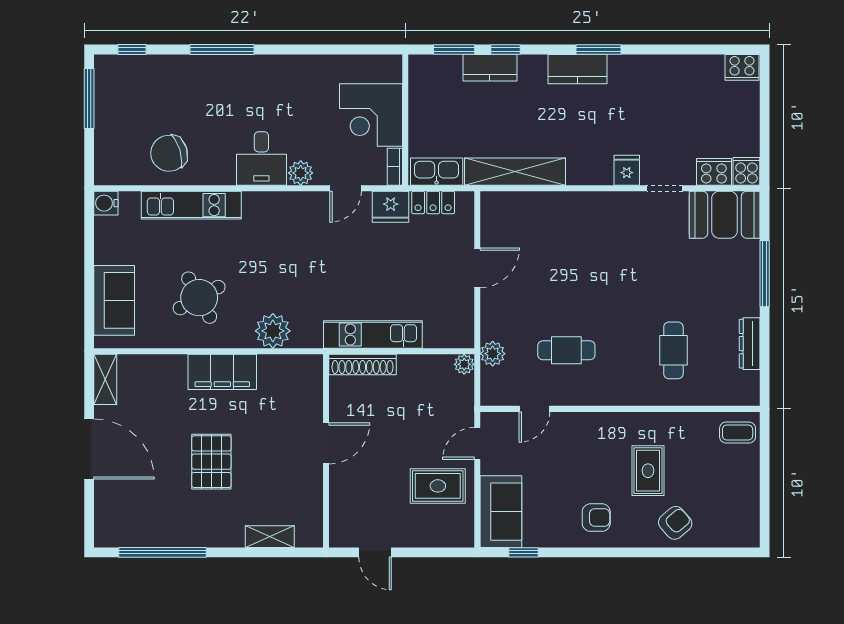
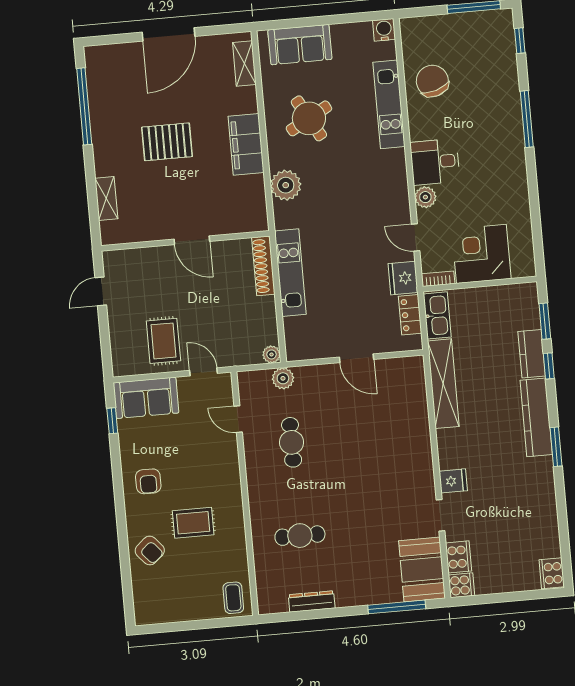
kitchen counter: (578, 69) -> (536, 417), width x1.50
window: (765, 274) -> (397, 607), moved
shelving: (105, 379) -> (244, 64), moved, turned 90

